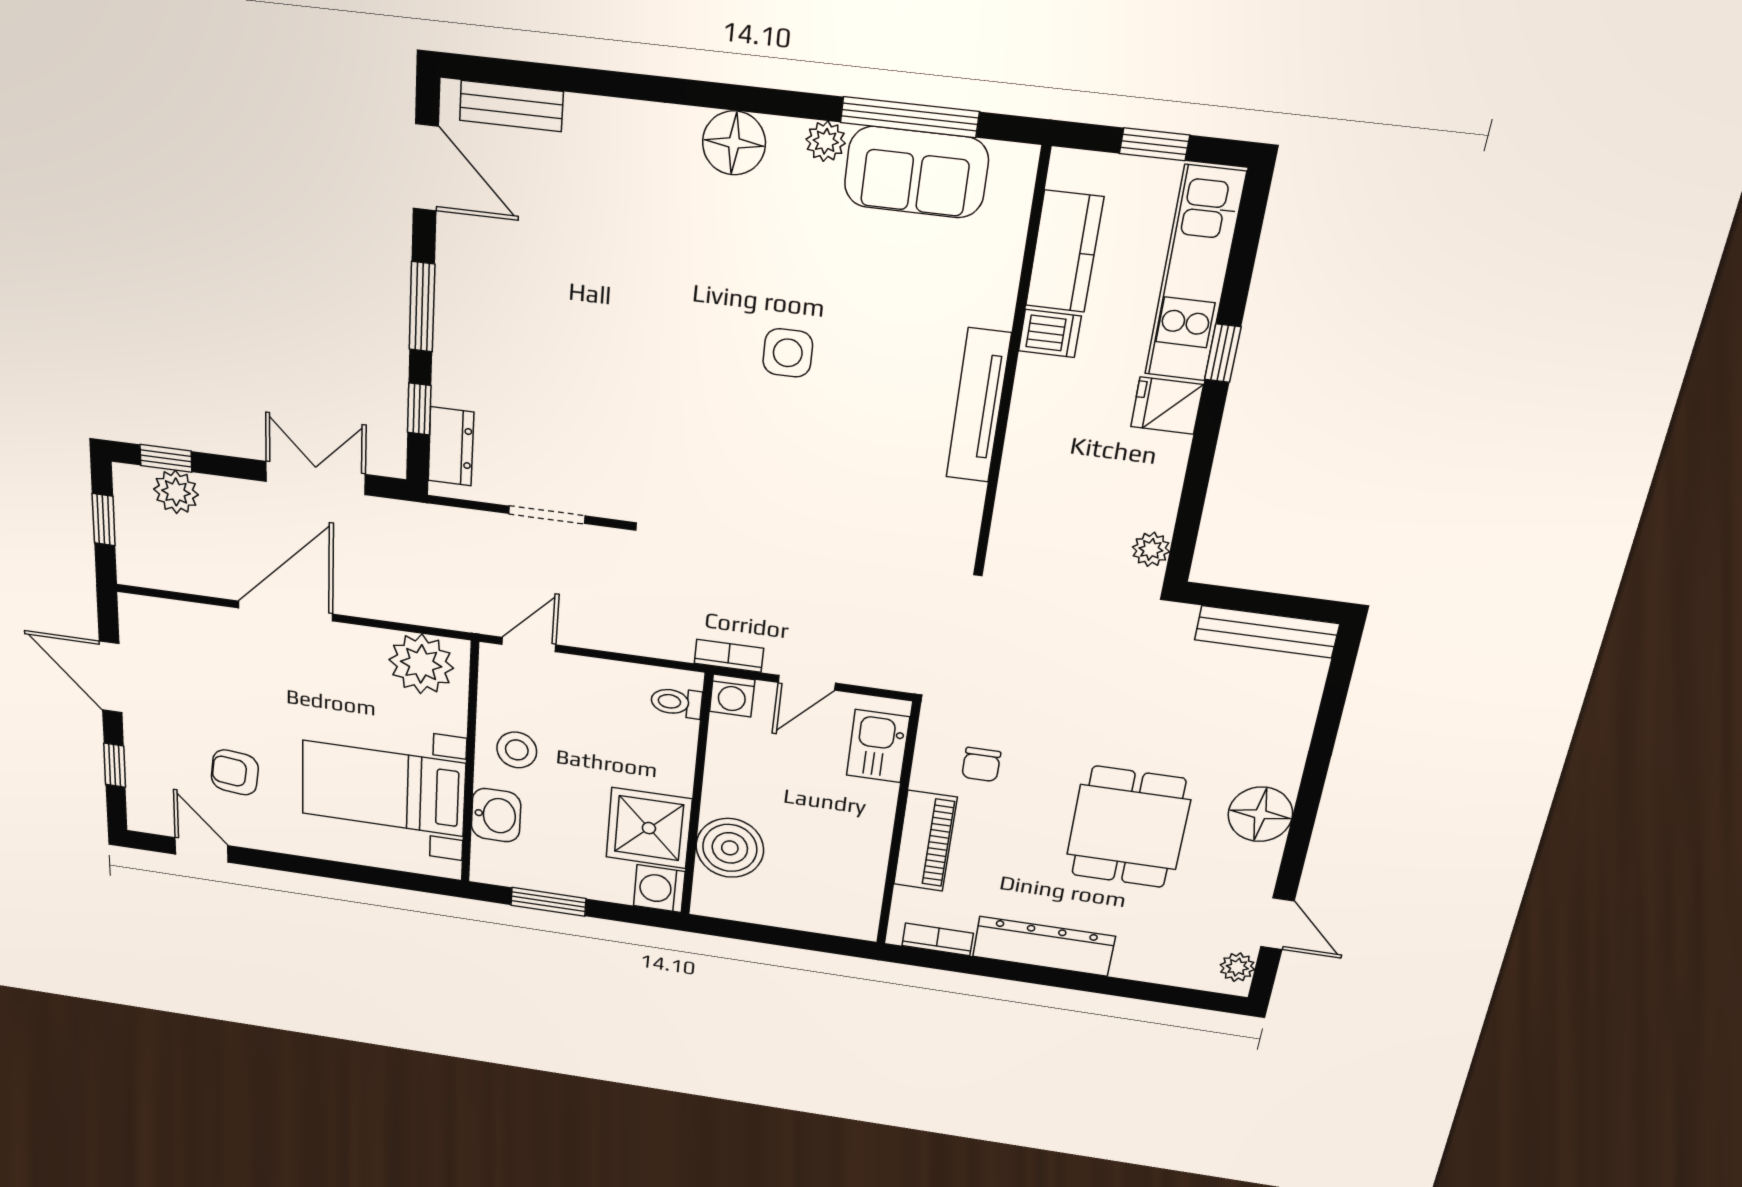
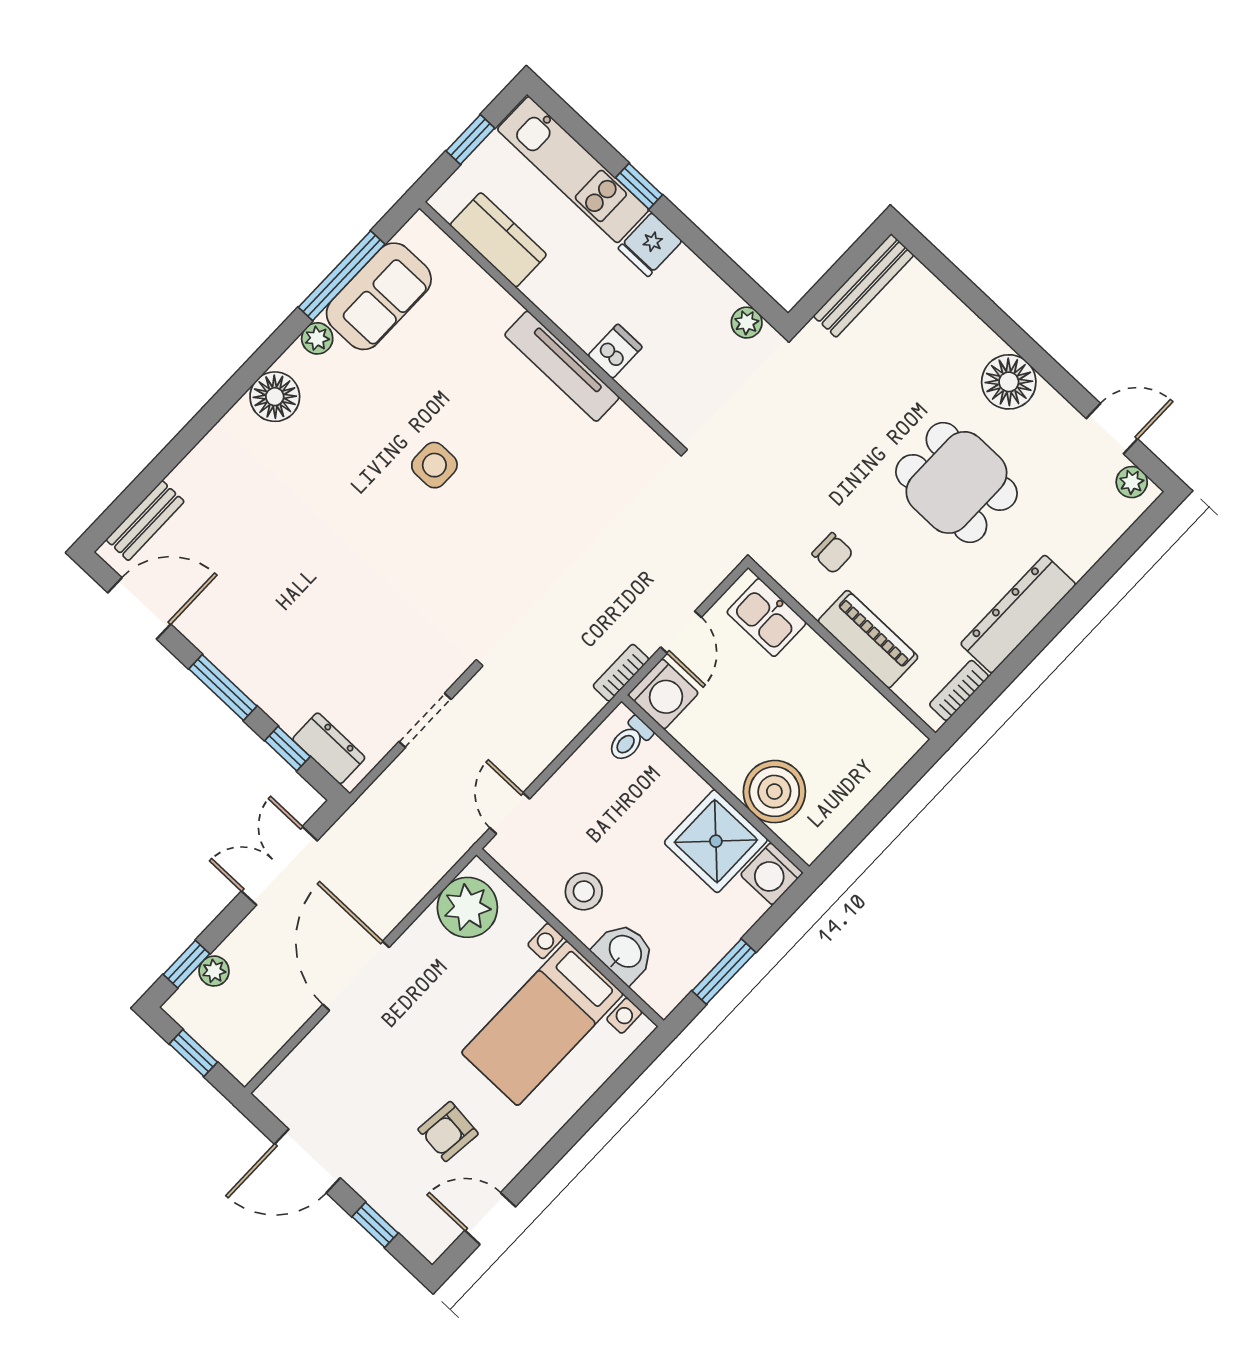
dishwasher: (1050, 333) -> (615, 351), moved
plant: (176, 492) -> (214, 971), width x0.73, depth x0.73
washing machine: (732, 696) -> (663, 694), width x1.38, depth x1.38

